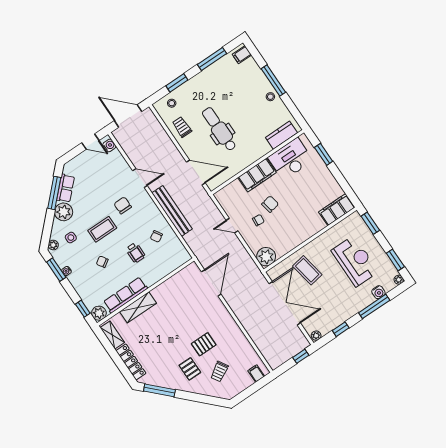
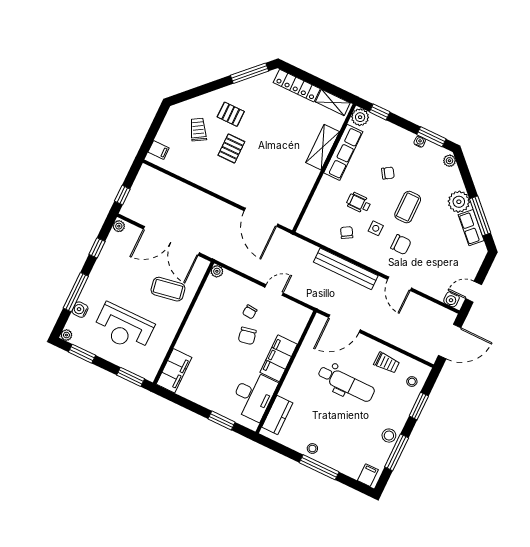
stool: (210, 74) -> (389, 436), added
door: (140, 178) -> (399, 284), hinge flipped
side table: (71, 238) -> (376, 228), moved
plant: (266, 257) -> (217, 271), width x0.53, depth x0.53

